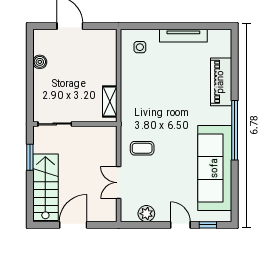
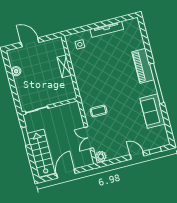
piano: (221, 82) -> (143, 66), moved
shelving: (110, 101) -> (64, 66), moved
sofa: (215, 168) -> (152, 111), width x0.54, depth x0.79
plant: (146, 214) -> (101, 157), moved

